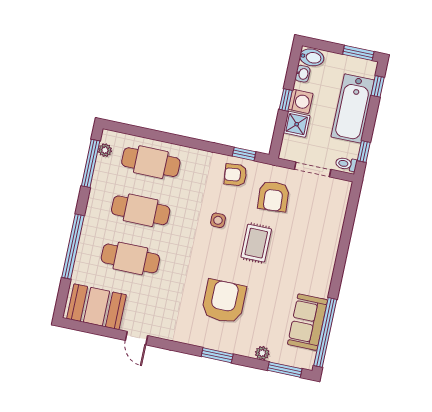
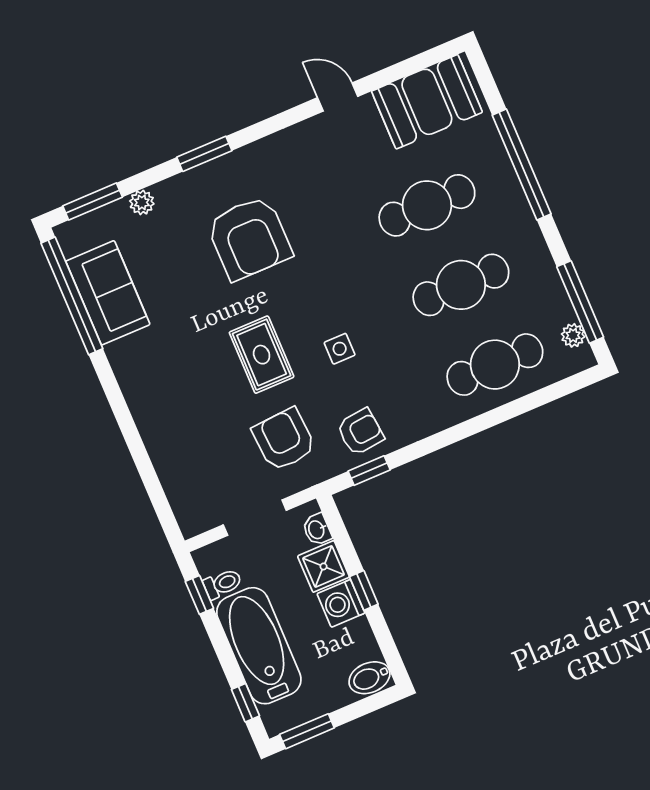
washbasin: (303, 74) -> (317, 529), moved
toilet: (346, 164) -> (223, 584), moved

